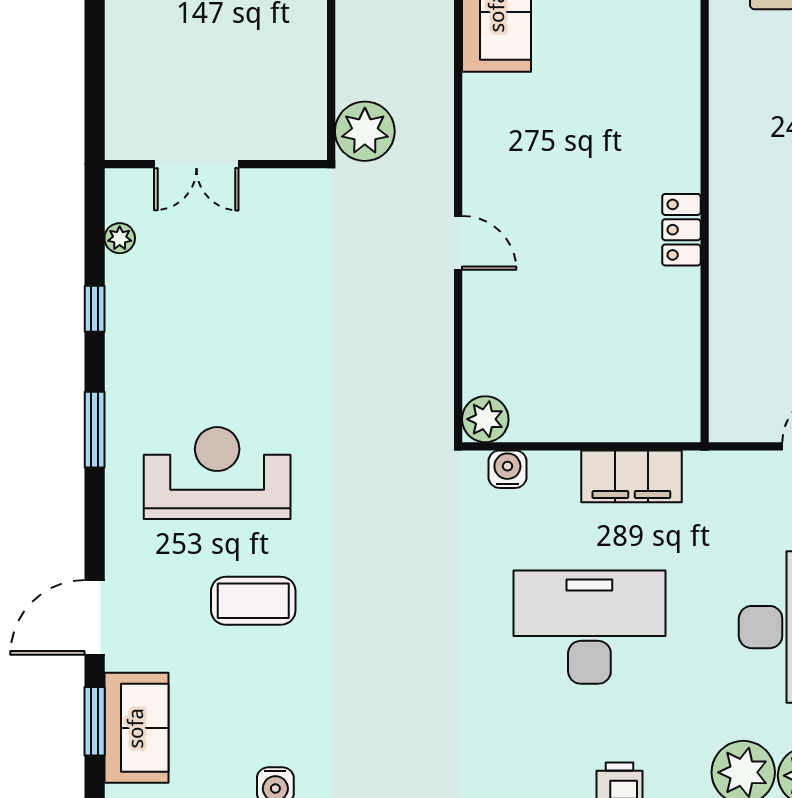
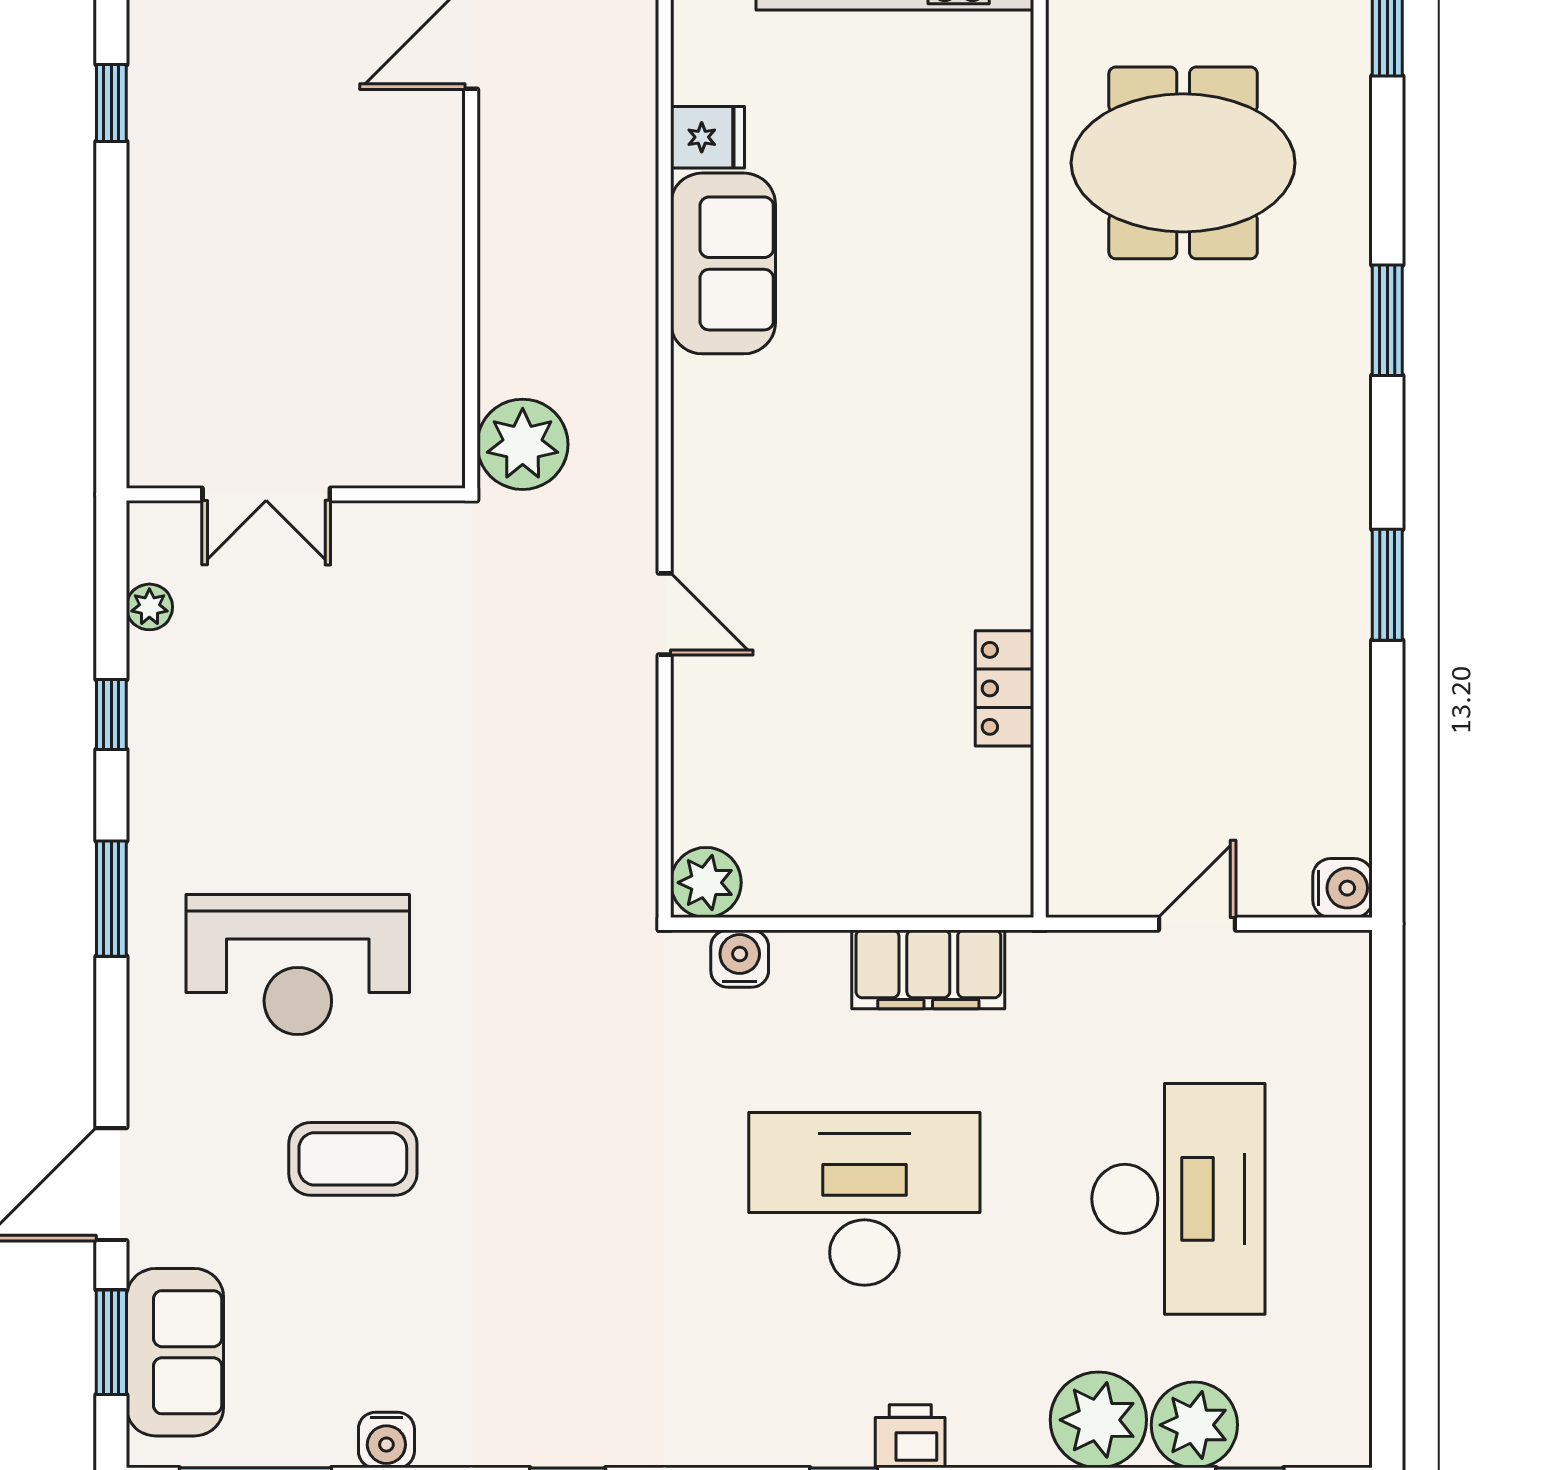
locker: (681, 230) -> (1004, 688), moved
reception desk: (217, 473) -> (298, 964), turned 180

